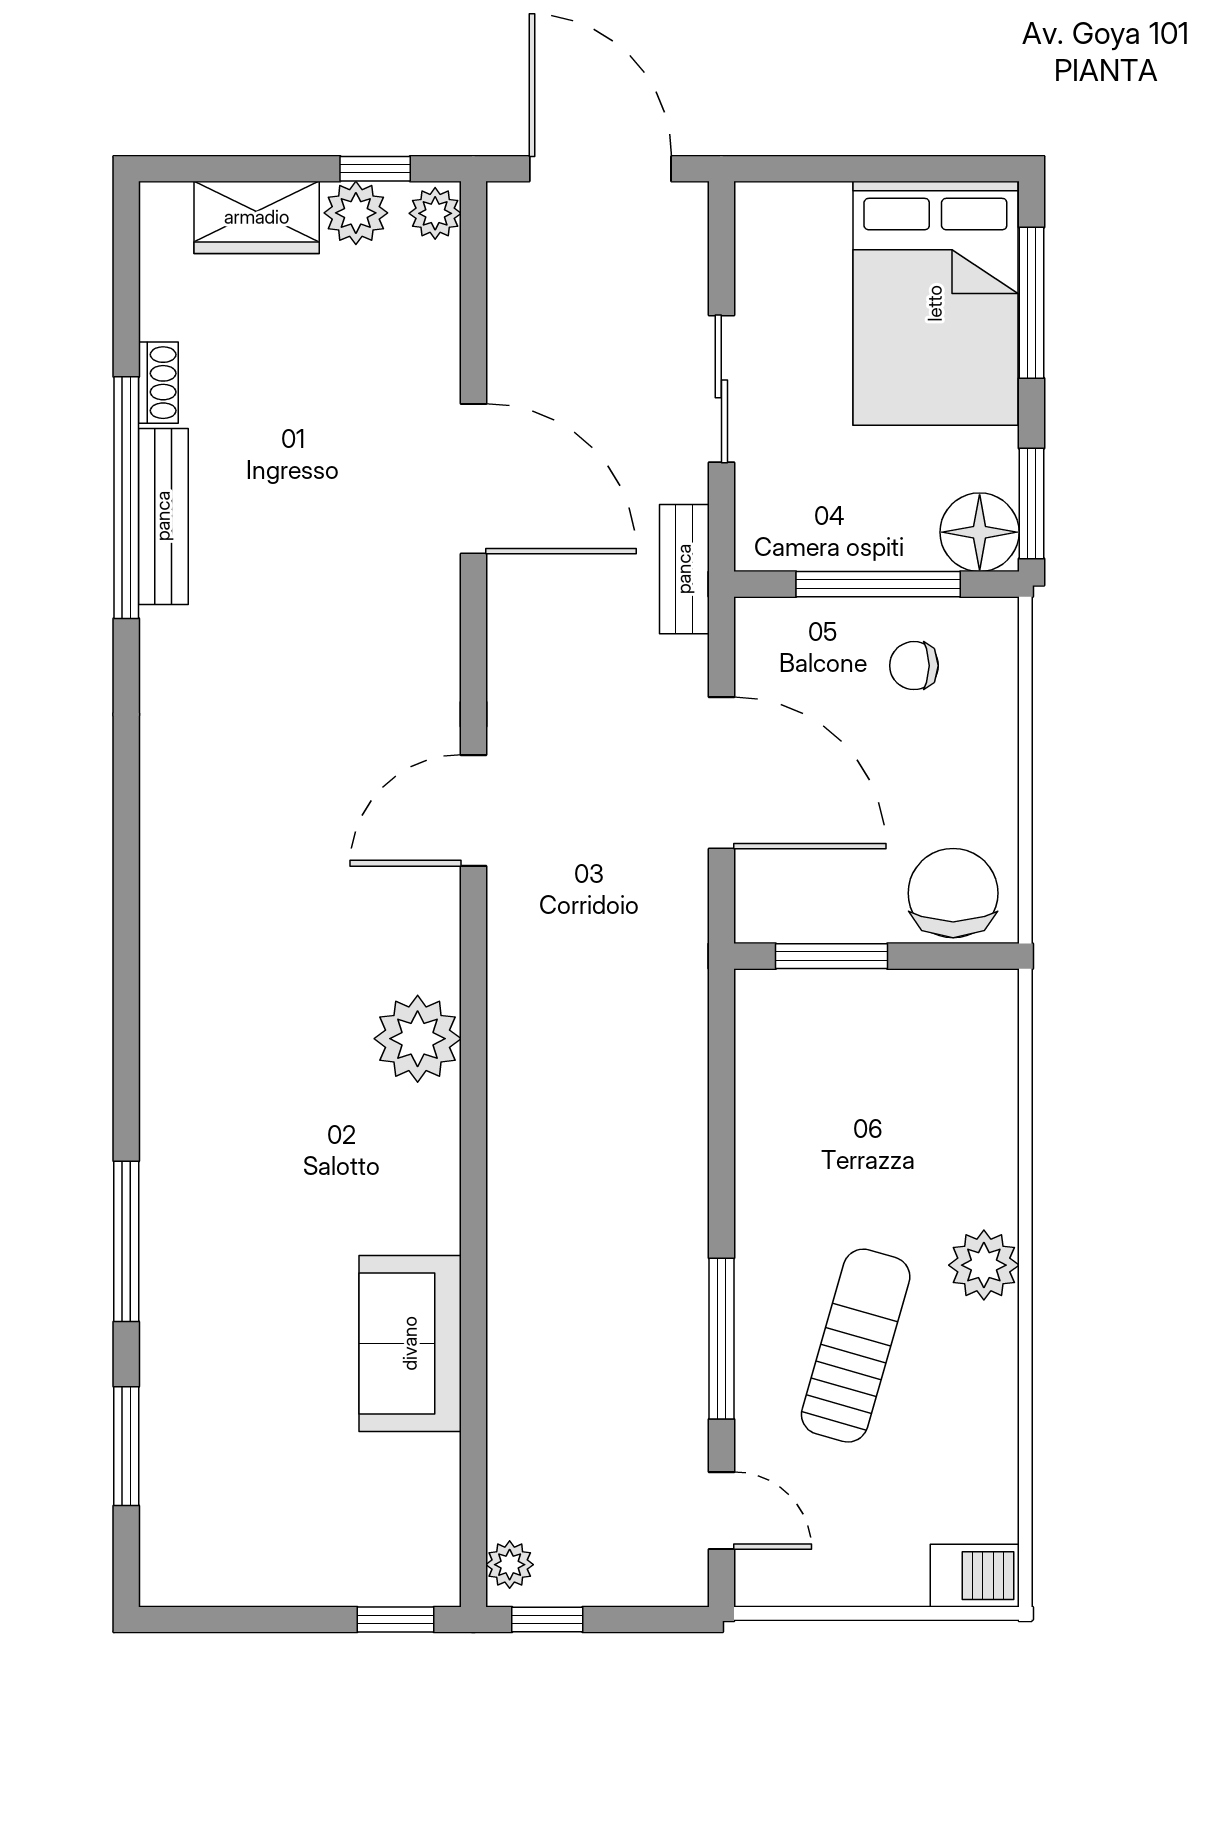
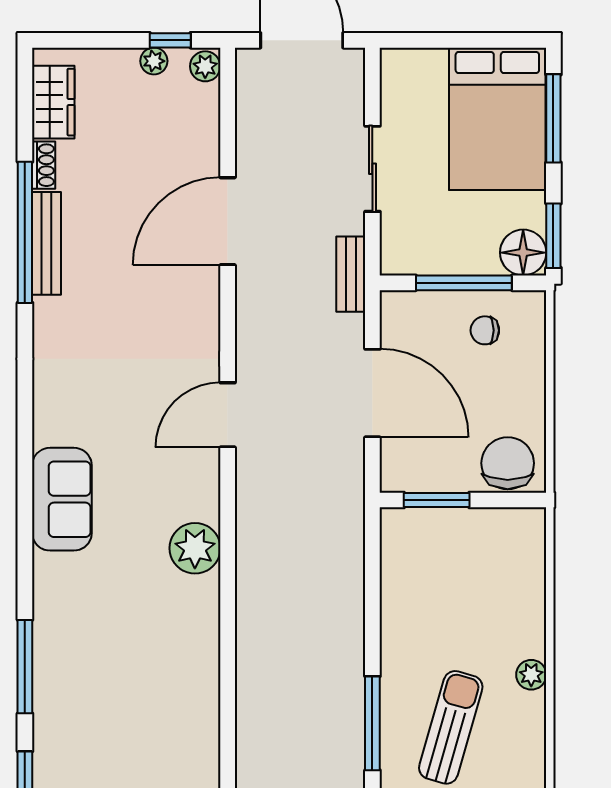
plant: (356, 213) -> (154, 61), width x0.73, depth x0.73
wardrobe: (257, 217) -> (53, 102), moved, turned -90
door: (473, 479) -> (228, 221), swing flipped
plant: (984, 1265) -> (531, 675), width x0.73, depth x0.73
sofa: (410, 1343) -> (62, 499), moved, turned 180

